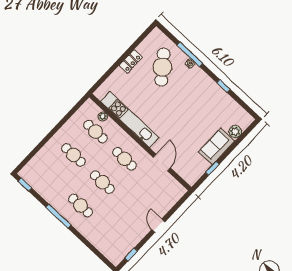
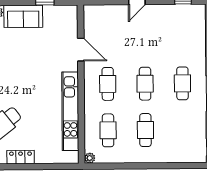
plant: (103, 117) -> (90, 158), moved
door: (162, 163) -> (81, 50), swing flipped

